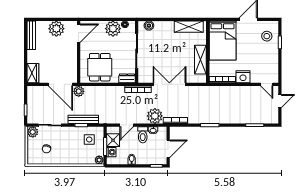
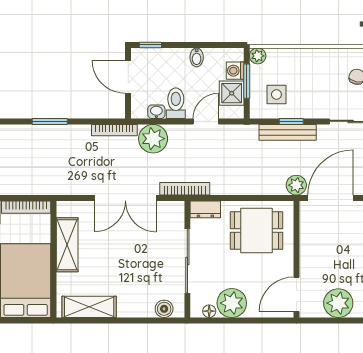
dining table: (100, 67) -> (257, 231), turned 90
door: (60, 84) -> (331, 198), hinge flipped
door: (168, 149) -> (128, 77), hinge flipped

